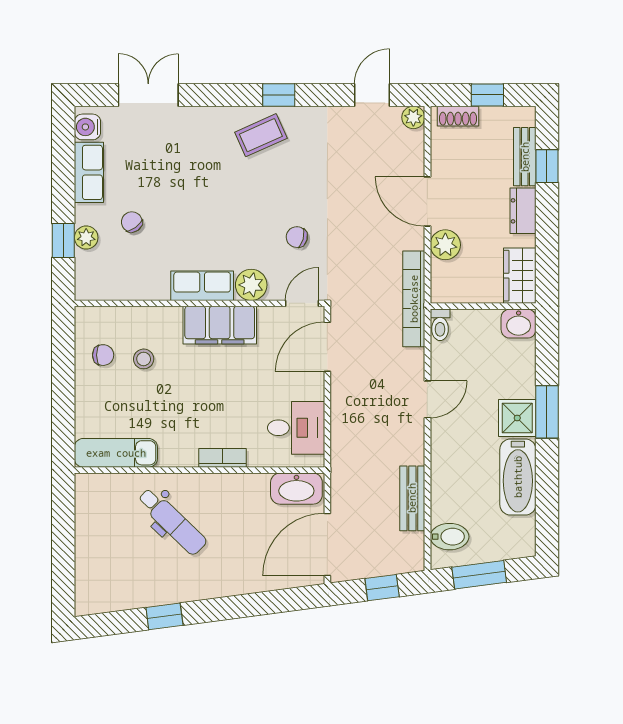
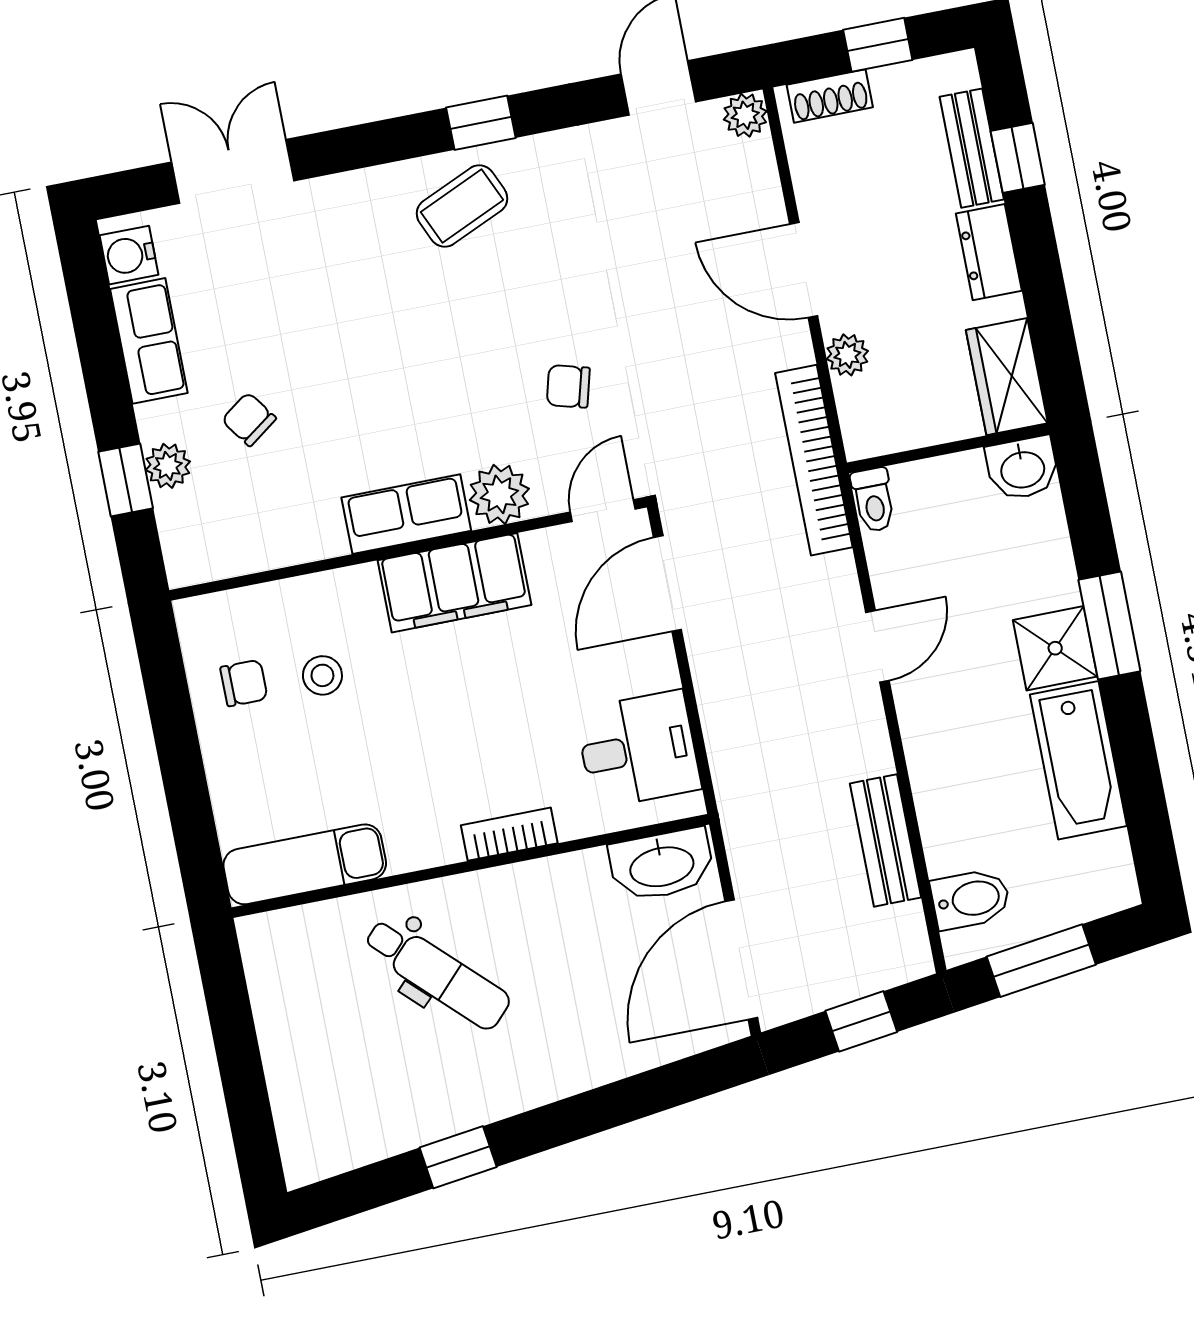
plant: (445, 245) -> (847, 355), width x0.73, depth x0.73

